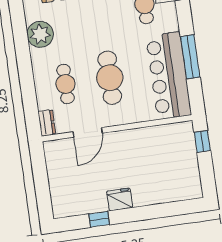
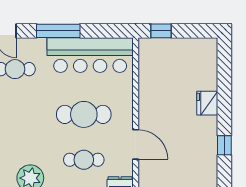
window: (190, 57) -> (58, 31), moved
fridge: (120, 199) -> (207, 103), moved

